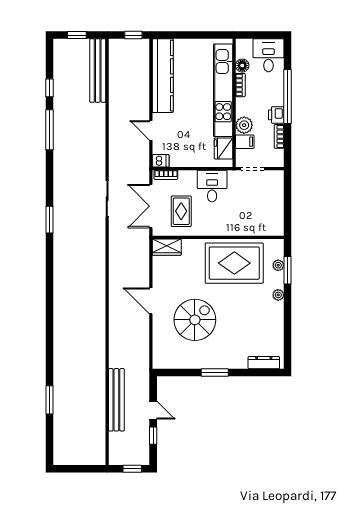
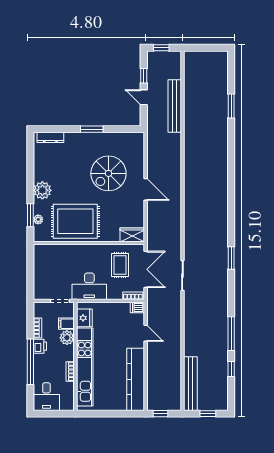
floor lamp: (242, 66) -> (69, 388), removed
desk: (212, 186) -> (89, 286), width x1.37
plant: (278, 295) -> (42, 190), width x1.88, depth x1.88

